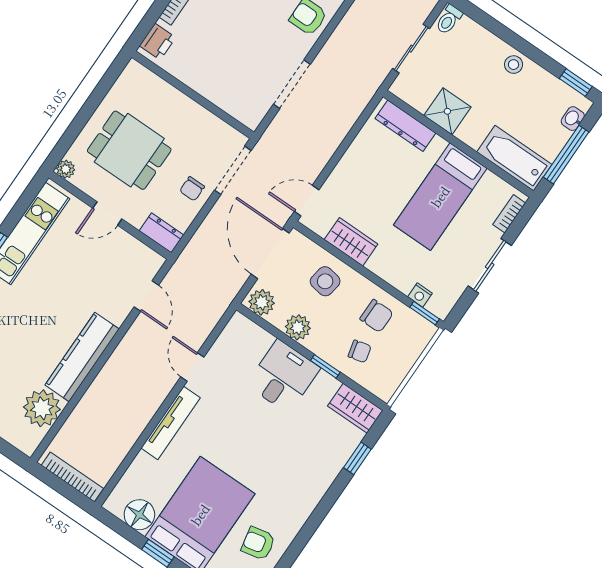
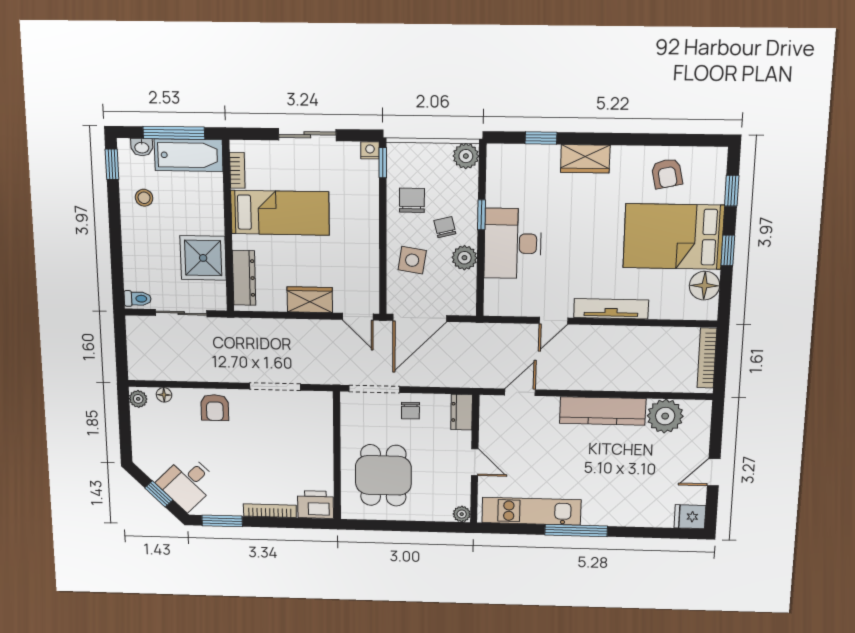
printer: (157, 42) -> (315, 505), width x1.36, depth x1.24
stool: (514, 65) -> (144, 198), moved
shower: (447, 111) -> (203, 258), width x1.36, depth x1.36
dining table: (129, 150) -> (383, 475), moved
bathtub: (514, 158) -> (189, 155), moved, turned -90
chair: (192, 189) -> (410, 411), turned 90
bookcase: (509, 214) -> (237, 170), moved, turned -90
wardrobe: (351, 242) -> (310, 300), moved, turned 90
nightstand: (420, 295) -> (370, 150), moved, turned -90
plant: (262, 302) -> (466, 156), moved
chair: (360, 351) -> (445, 227), moved
desk: (283, 376) -> (513, 243), width x1.37
wardrobe: (355, 408) -> (585, 159), moved, turned 90

